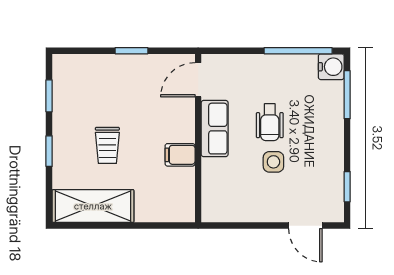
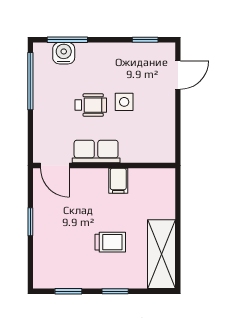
water cooler: (331, 67) -> (64, 53), moved

